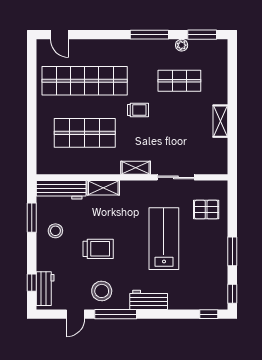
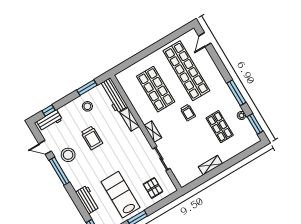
lab bench: (164, 239) -> (121, 195), moved, turned -90
workbench: (149, 300) -> (88, 200), moved

